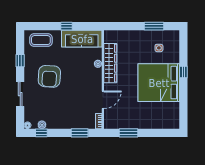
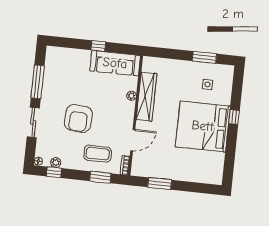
coffee table: (41, 40) -> (98, 154), moved
window: (20, 61) -> (38, 82), width x2.17
armchair: (49, 76) -> (78, 118), moved

